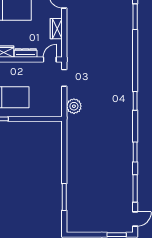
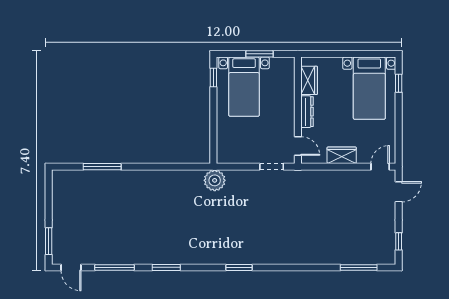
plant: (74, 106) -> (215, 180), moved

